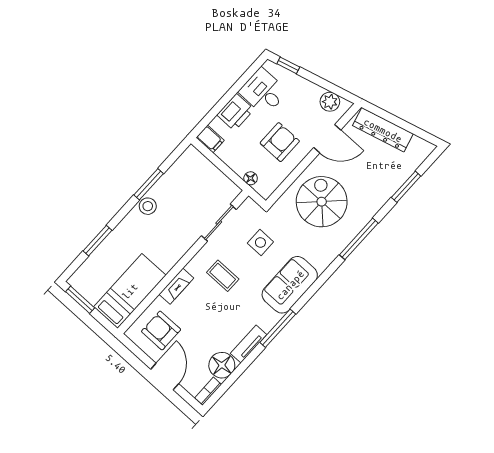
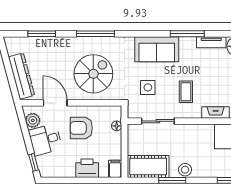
desk: (263, 92) -> (45, 140), moved, turned 75
cot: (183, 173) -> (148, 167), added
spiral stairs: (322, 202) -> (93, 74), turned 180

